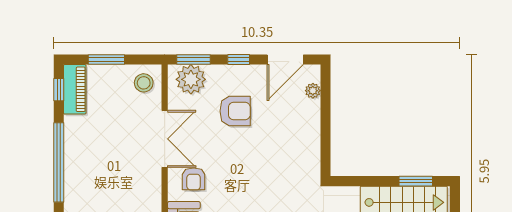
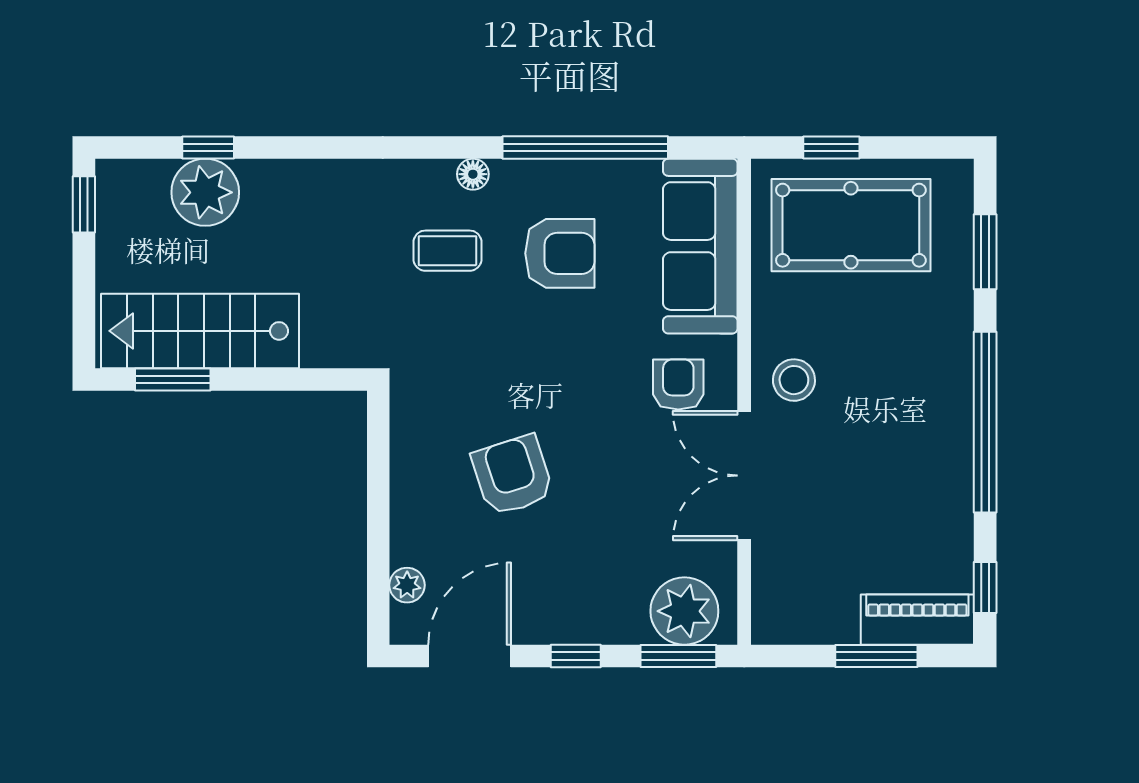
stool: (144, 83) -> (794, 380), moved
piano: (75, 89) -> (917, 620), moved, turned 90
armchair: (235, 111) -> (513, 475), moved, turned 72

